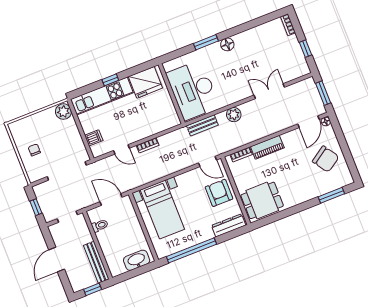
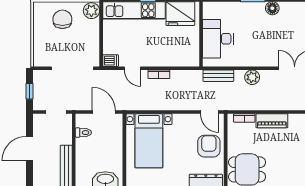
desk: (193, 90) -> (218, 39), width x0.73, depth x0.77
dishwasher: (94, 138) -> (111, 61), moved
chair: (34, 150) -> (62, 19), moved, width x1.87, depth x1.87

